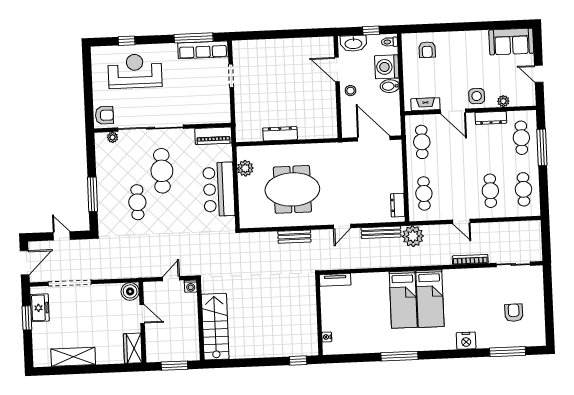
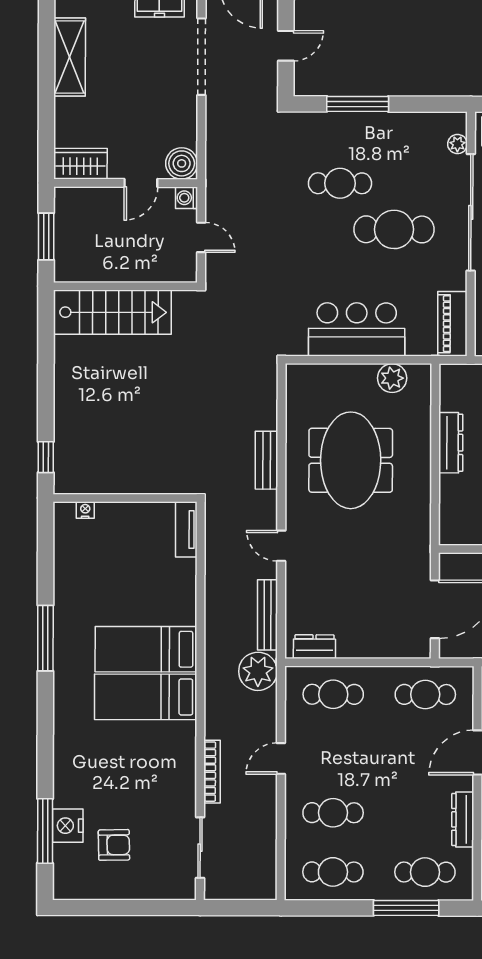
washing machine: (191, 286) -> (186, 198), moved
nightstand: (466, 341) -> (68, 826), moved

